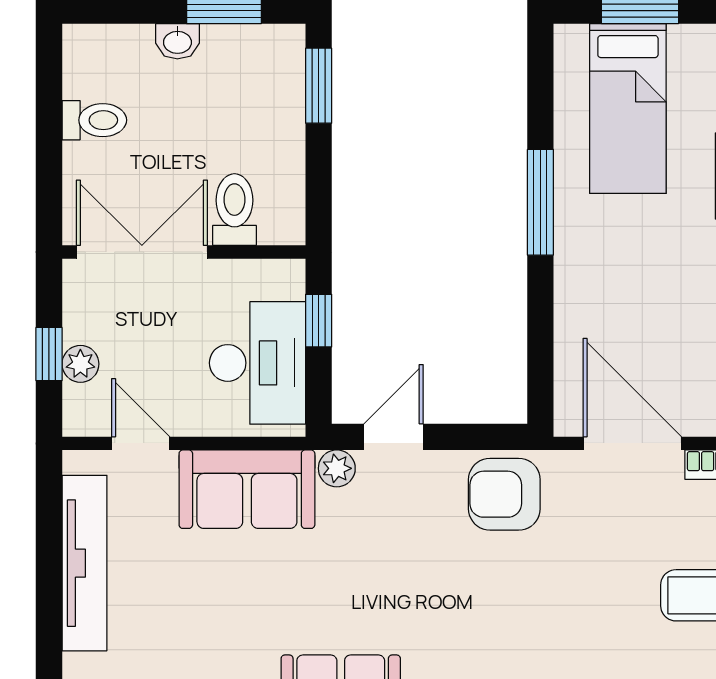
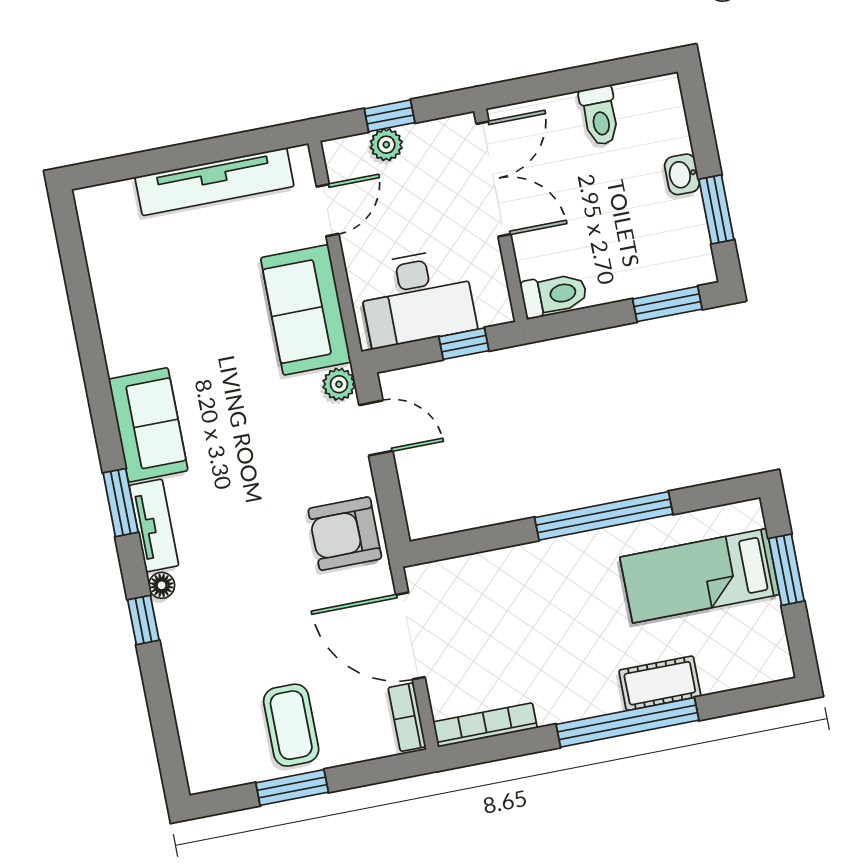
window: (540, 202) -> (604, 516), width x1.46
toilet: (234, 210) -> (554, 295), moved
door: (632, 443) -> (410, 636), swing flipped
armchair: (504, 494) -> (345, 534), turned -90

